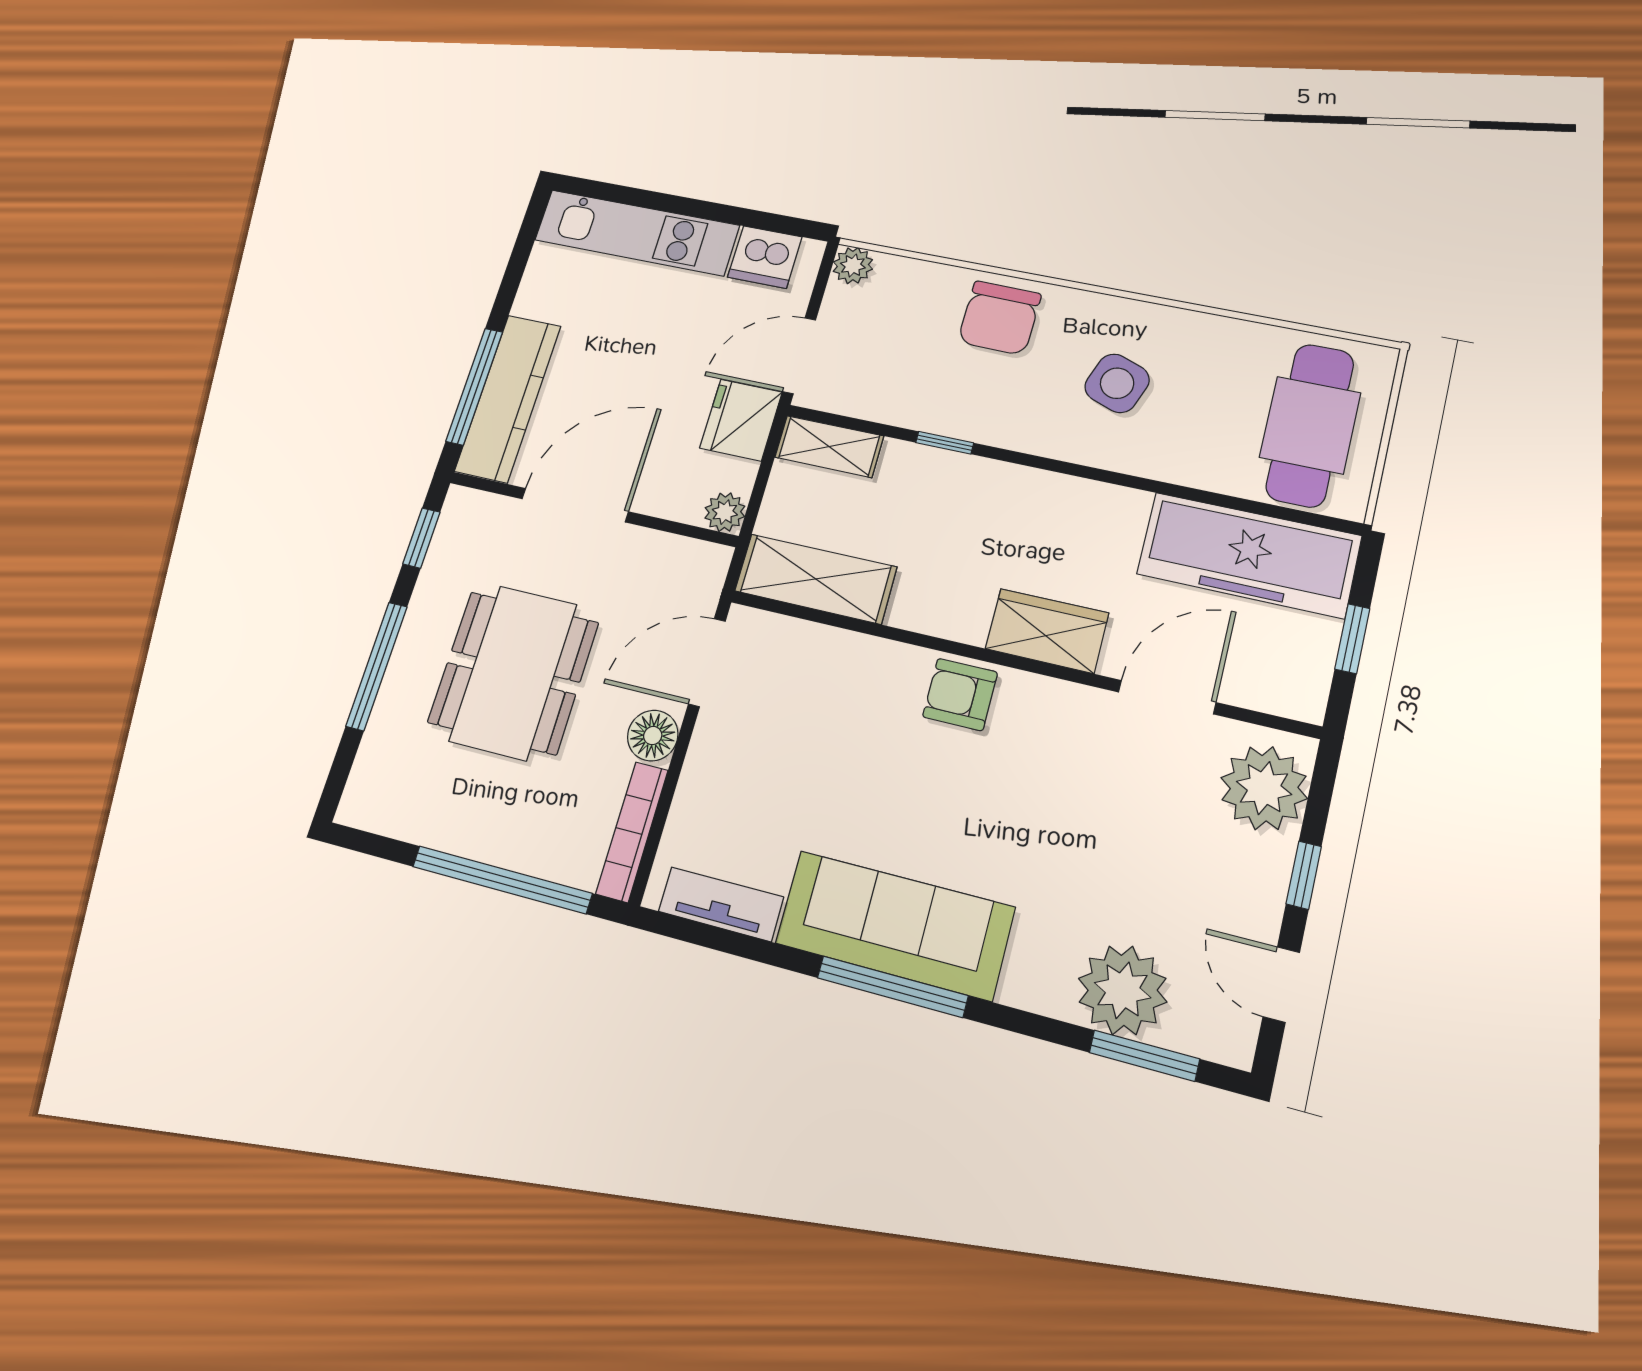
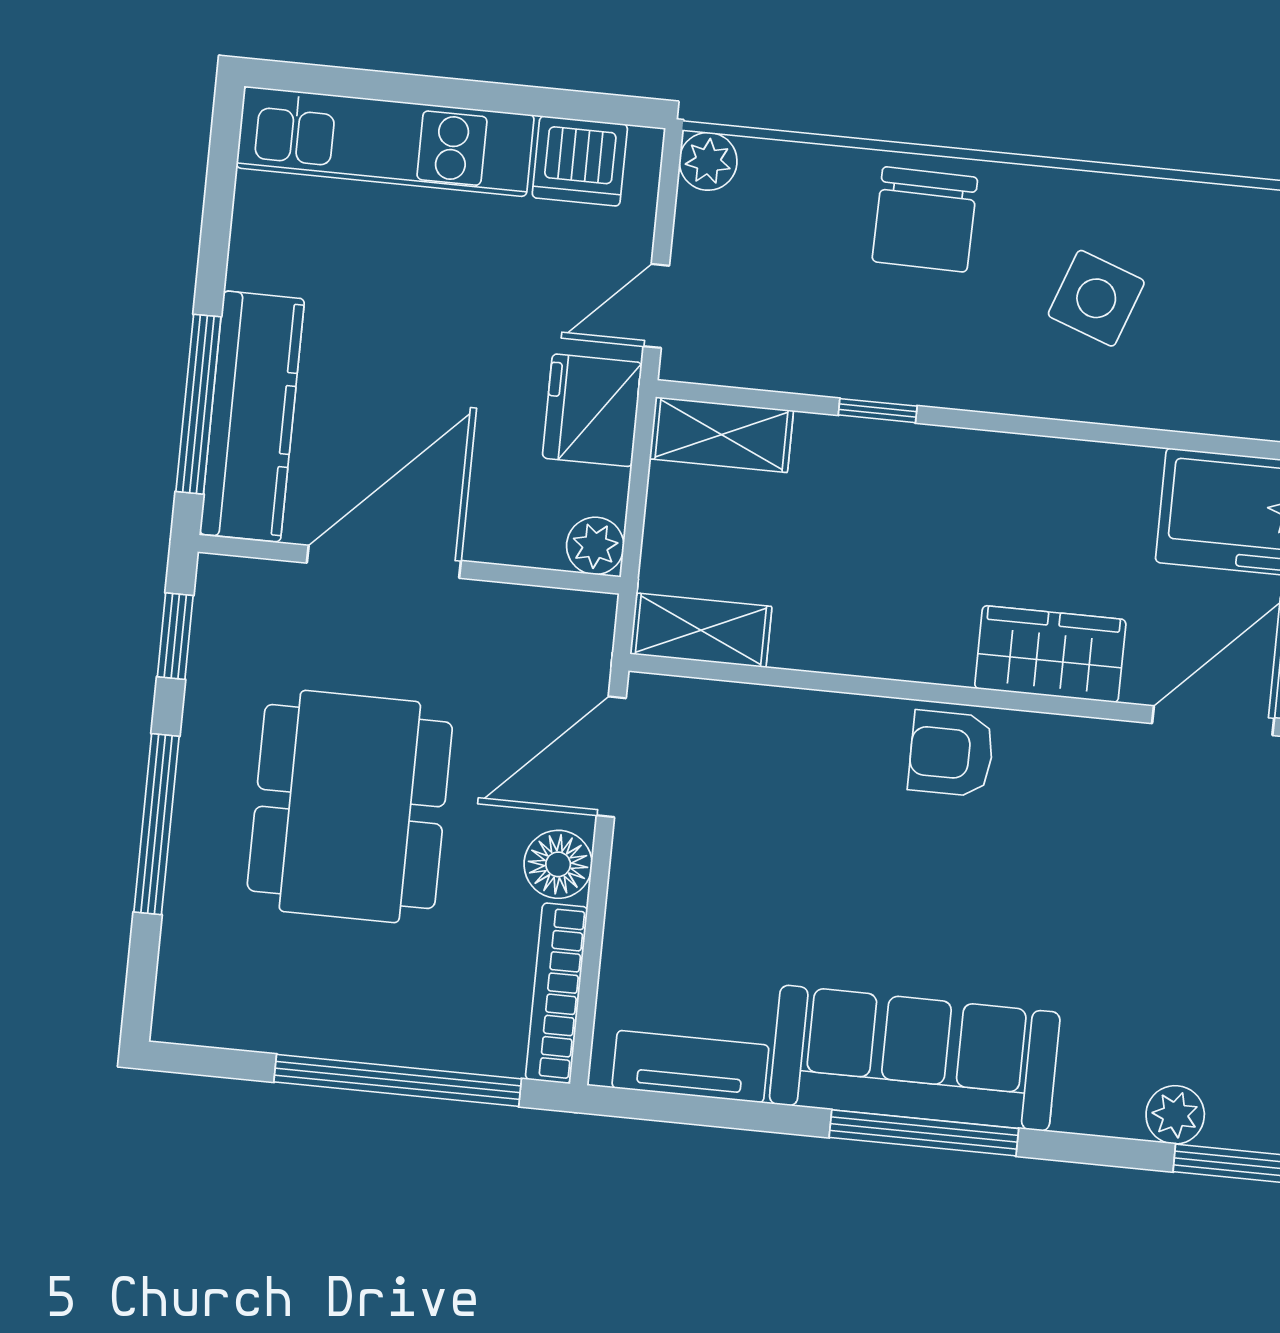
door: (799, 356) -> (656, 306), width x0.73
shelving: (816, 579) -> (701, 630), width x0.67, depth x0.75
plant: (1123, 990) -> (1175, 1115), width x0.53, depth x0.53

